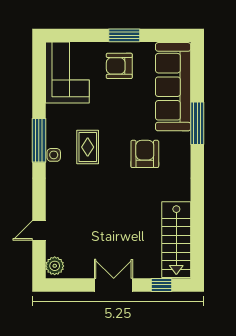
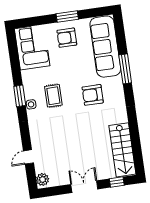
window: (39, 140) -> (20, 96), width x0.69
armchair: (145, 154) -> (93, 95), turned -90

